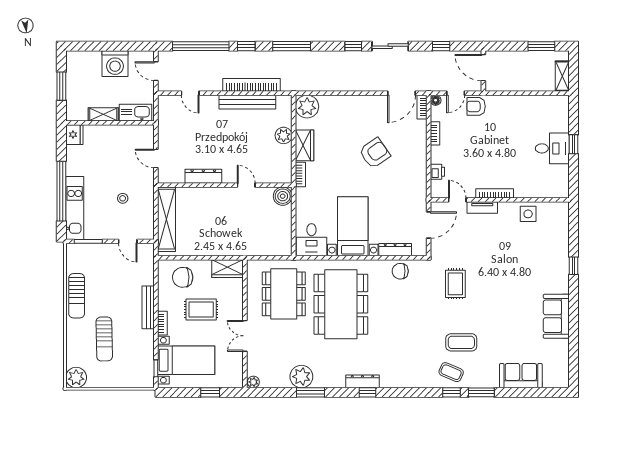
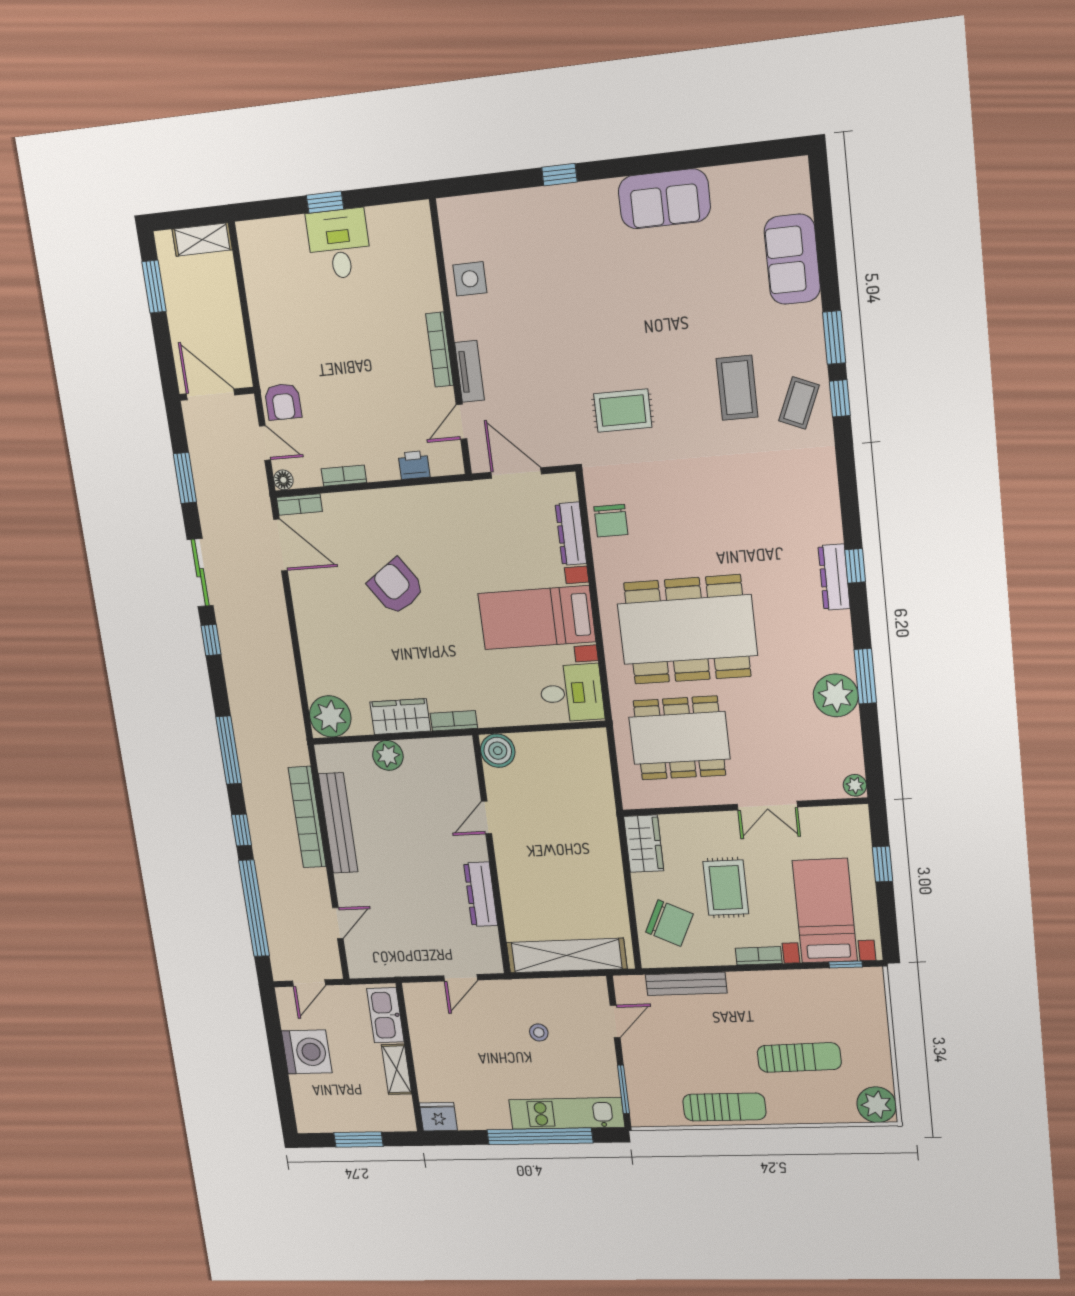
window: (441, 46) -> (185, 478), width x1.50
door: (483, 68) -> (211, 394), swing flipped
chair: (183, 277) -> (669, 923), turned -63
bench: (148, 307) -> (686, 984), moved

